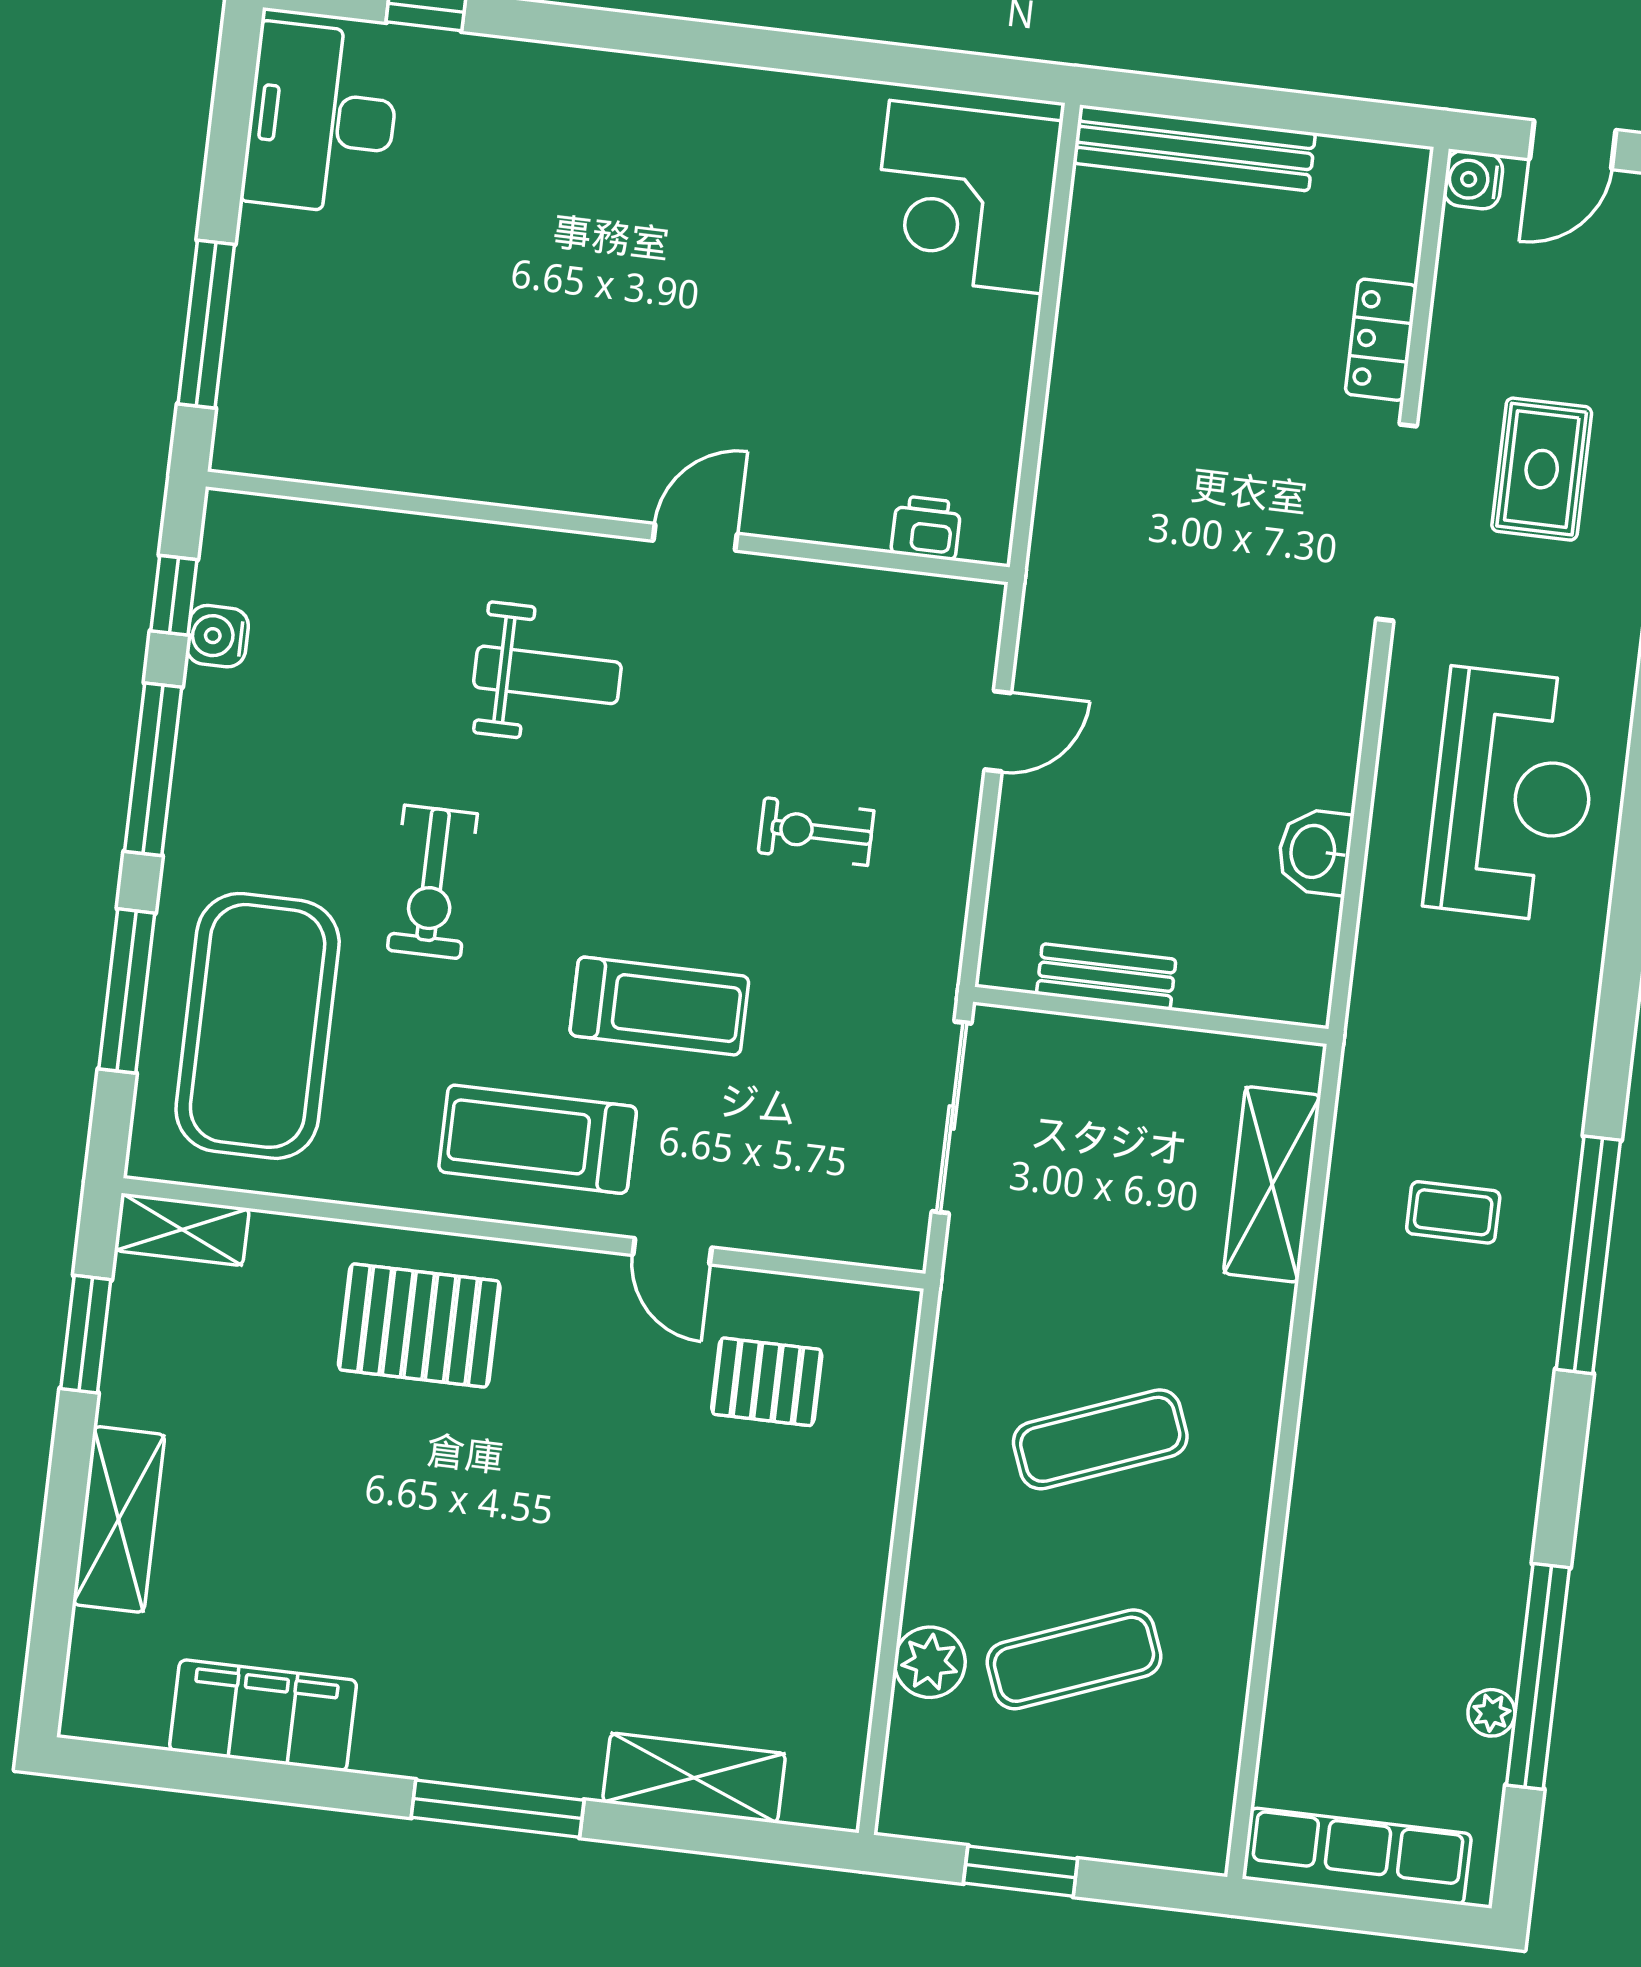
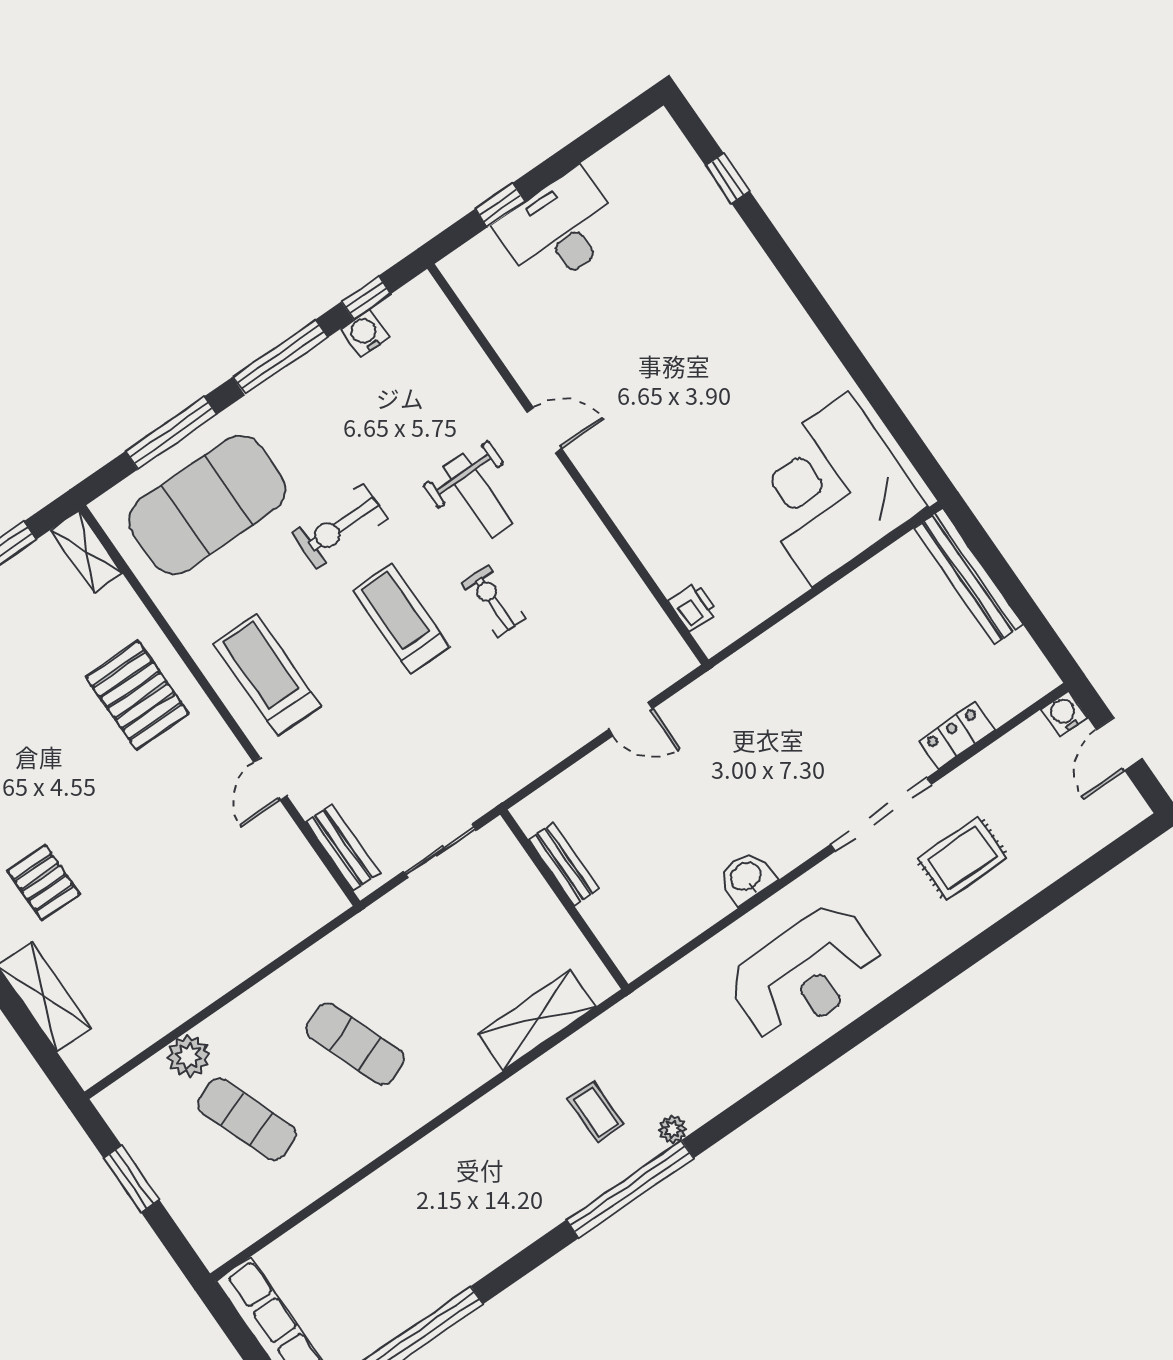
desk: (322, 119) -> (560, 229), moved
door: (1573, 145) -> (1119, 744), hinge flipped
corner desk: (966, 197) -> (830, 489), width x1.36, depth x1.36
window: (206, 324) -> (500, 205), width x0.46
door: (695, 537) -> (544, 430), moved
exercise bike: (816, 832) -> (493, 601), moved
washbasin: (1315, 852) -> (746, 877), moved
treadmill: (659, 1006) -> (401, 618), moved, turned 180
sliding door: (952, 1117) -> (440, 851), width x0.73
bench: (839, 1237) -> (343, 847), added
pallet: (767, 1382) -> (44, 882), moved
plant: (1491, 1713) -> (673, 1129), moved

